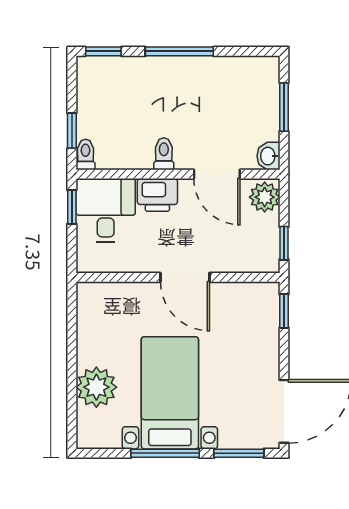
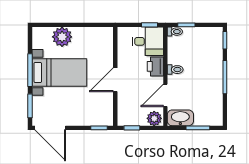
washbasin: (268, 156) -> (180, 118), width x1.91, depth x1.45

